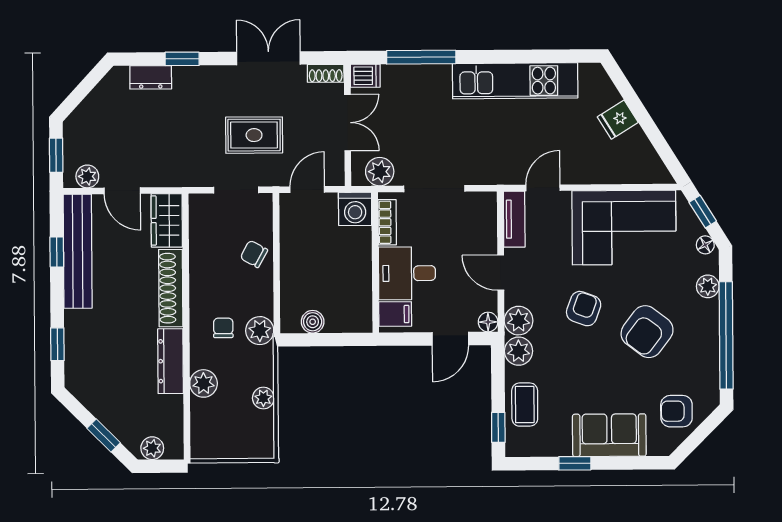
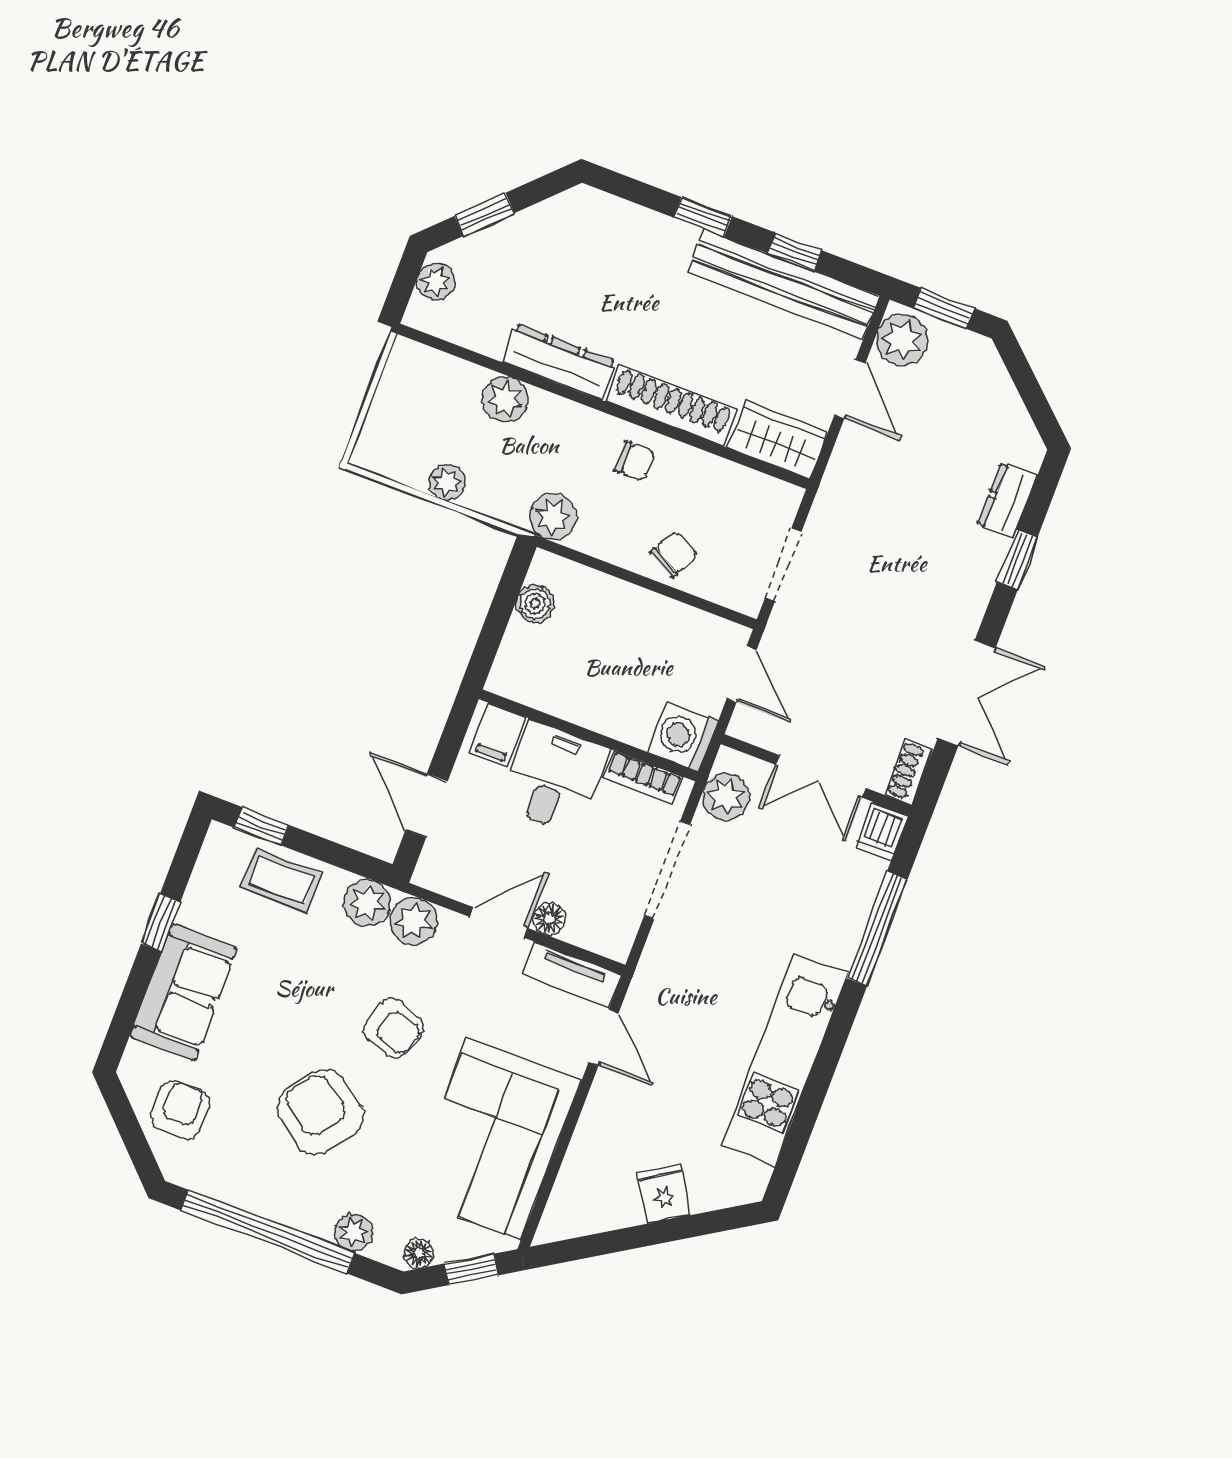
rug: (254, 135) -> (857, 625), removed
plant: (87, 176) -> (902, 340), width x1.38, depth x1.38
door: (122, 191) -> (850, 389), swing flipped
floor lamp: (488, 322) -> (549, 919), moved
chair: (223, 328) -> (635, 461), moved
window: (57, 344) -> (703, 217), moved

